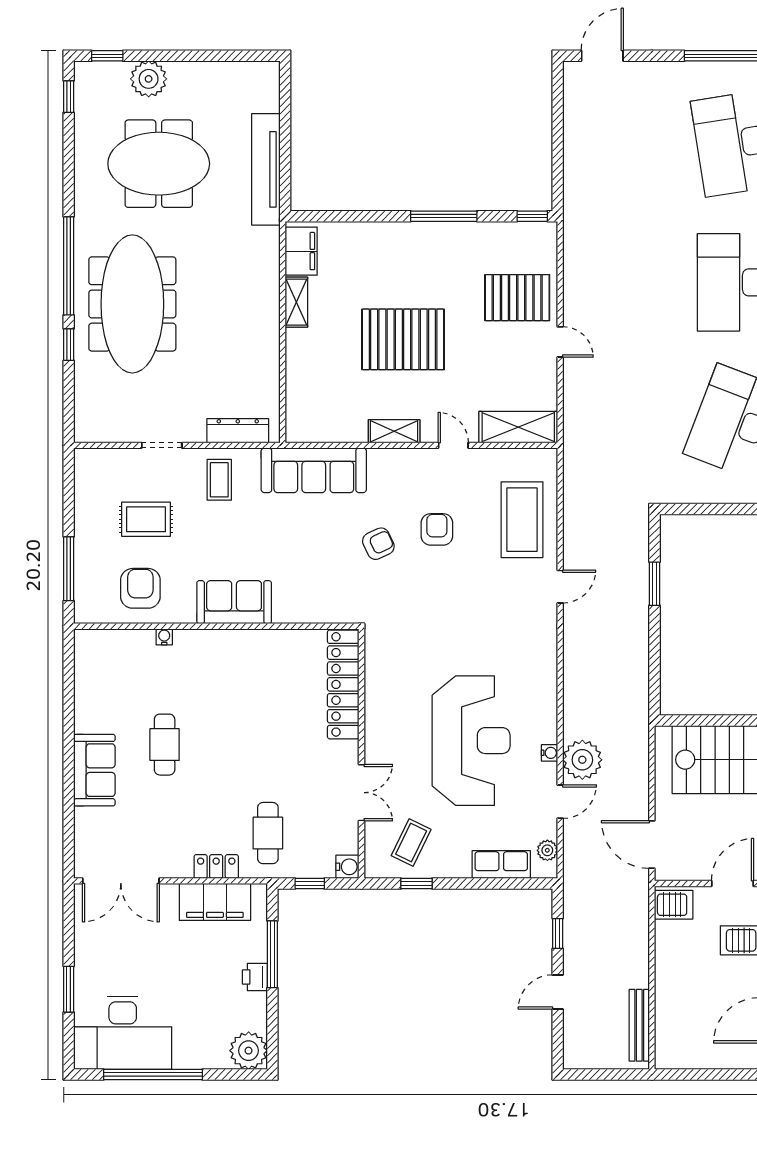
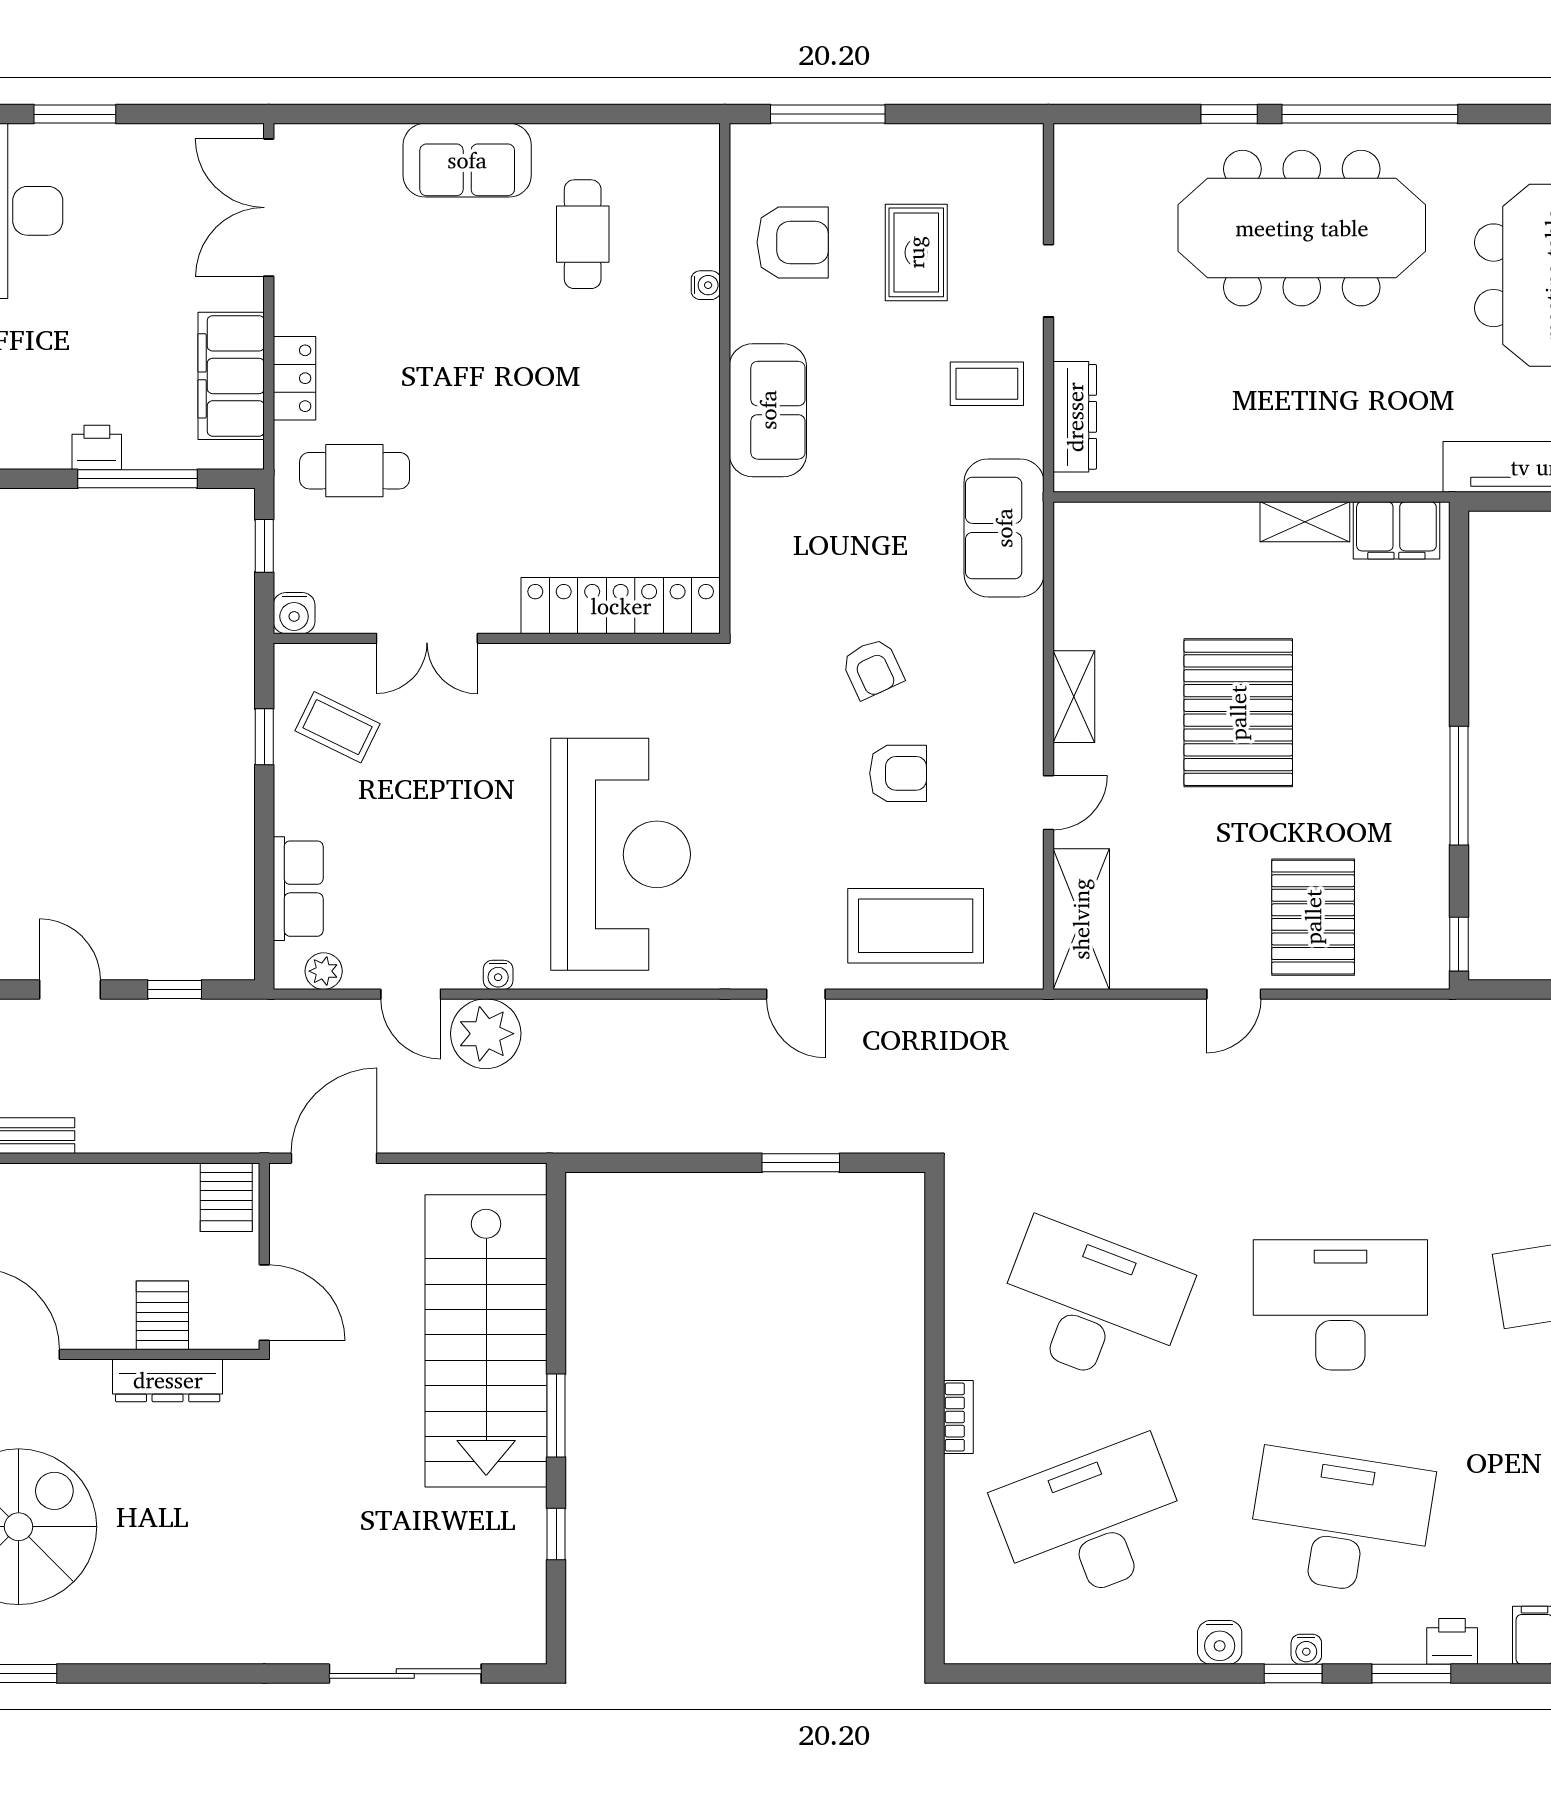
sofa: (314, 470) -> (1004, 528), width x0.73
reception desk: (471, 741) -> (621, 854), moved, turned -90
cafe table: (165, 745) -> (583, 234), moved, turned 90

